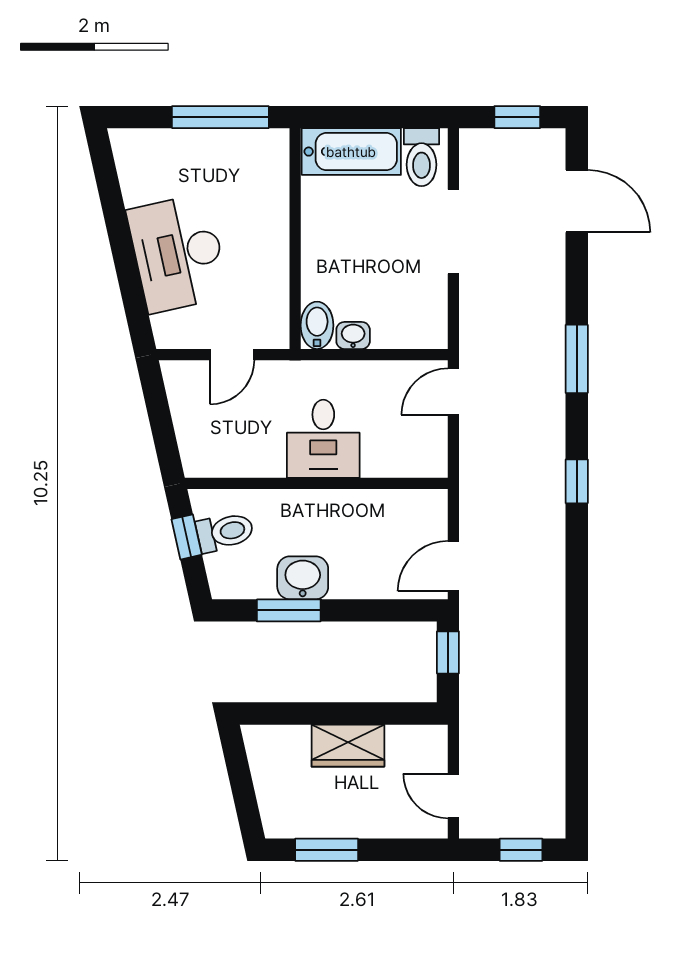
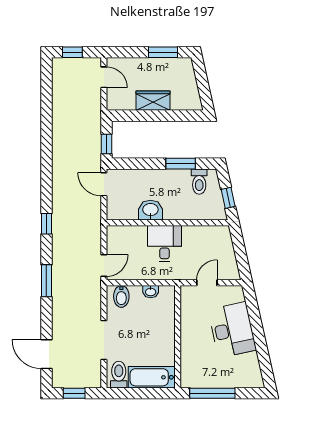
bidet: (317, 325) -> (121, 296), moved
toilet: (225, 532) -> (199, 182), moved, turned -77
door: (453, 566) -> (104, 184), swing flipped
washbasin: (303, 578) -> (150, 210), moved, turned 180

